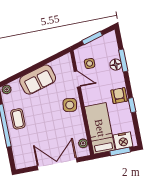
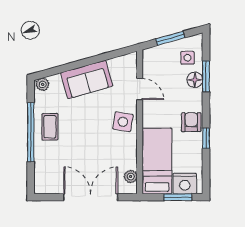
side table: (90, 63) -> (187, 58), moved

